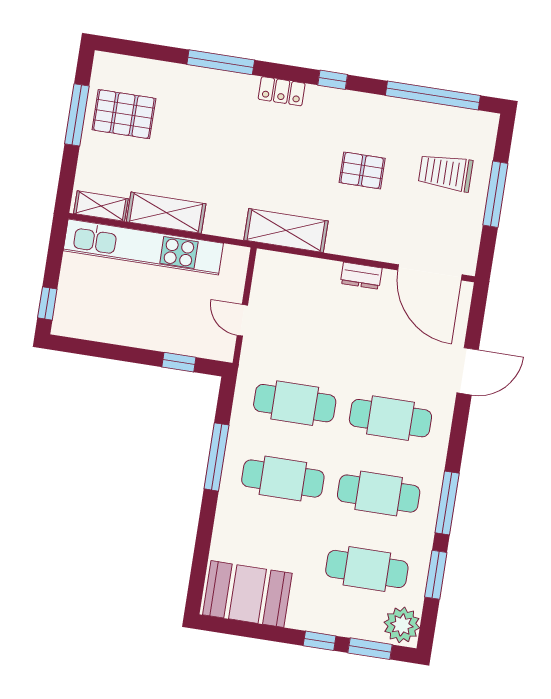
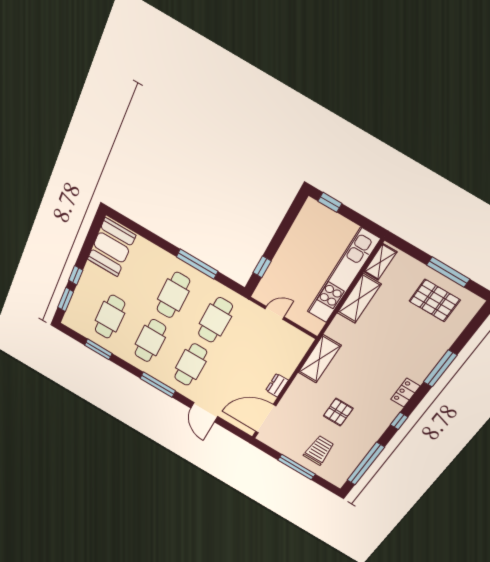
pallet: (124, 114) -> (435, 301), turned 90
window: (447, 503) -> (158, 385), moved
plant: (402, 625) -> (75, 321), removed

